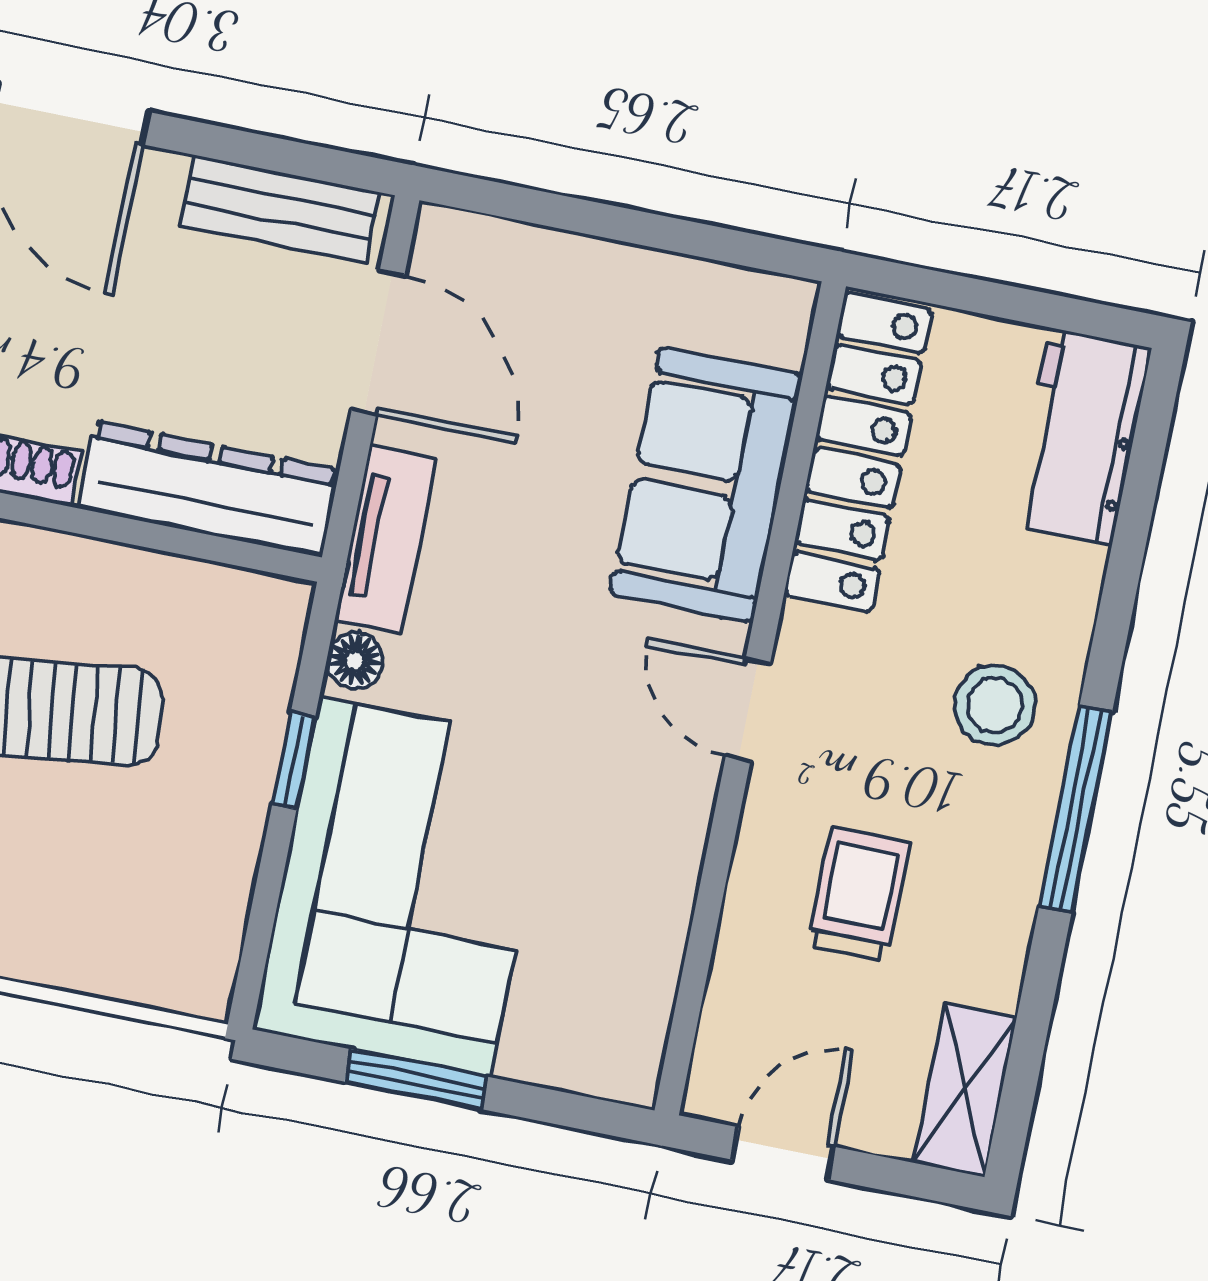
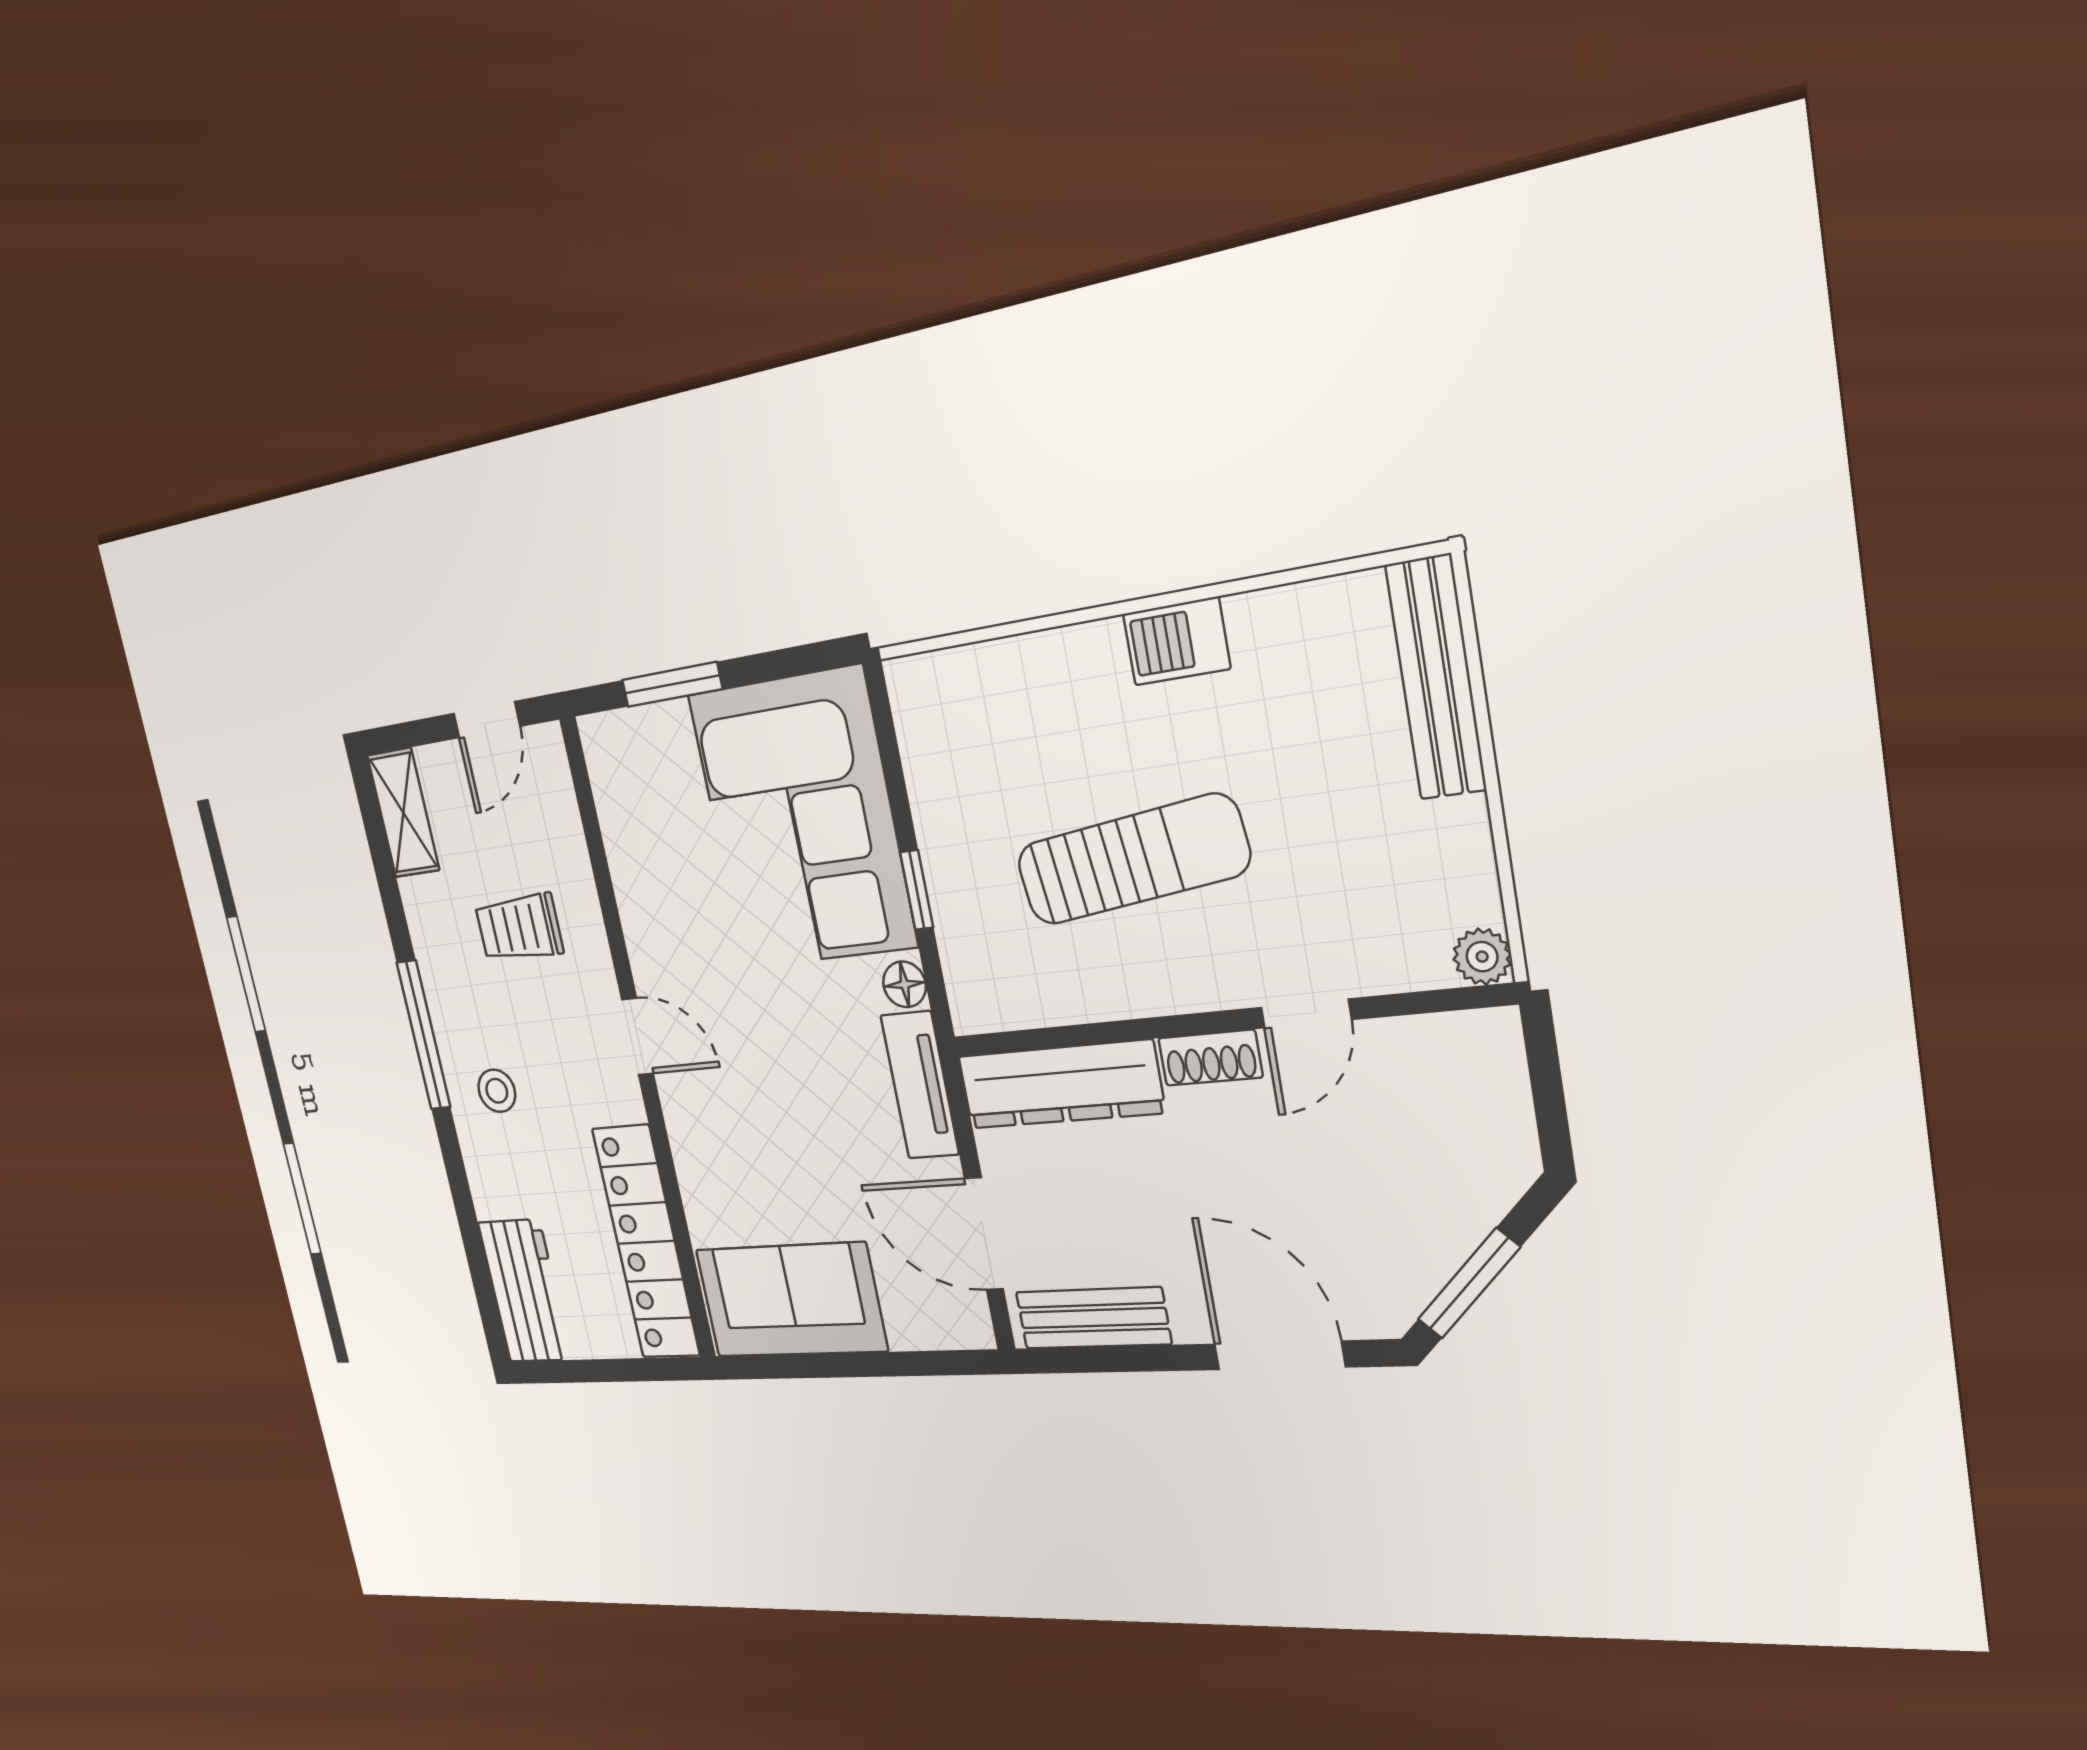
sofa: (706, 485) -> (791, 1300), moved, turned -90
stool: (995, 705) -> (497, 1091), width x0.73, depth x0.73
trolley: (859, 894) -> (519, 928), turned 90
window: (416, 1079) -> (672, 684), moved

